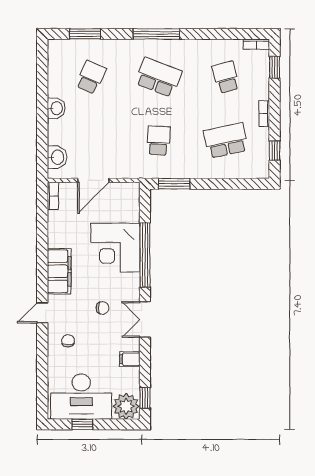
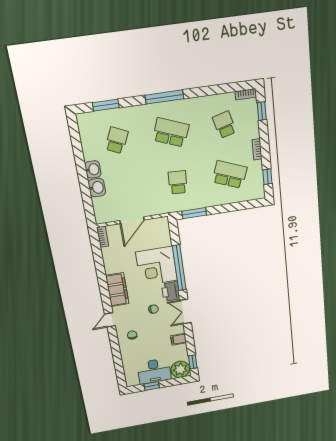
school desk: (226, 140) -> (230, 175), turned 33
washbasin: (57, 157) -> (97, 188), moved
printer: (129, 287) -> (171, 291), added
desk: (81, 397) -> (154, 371), width x0.73, depth x0.77

